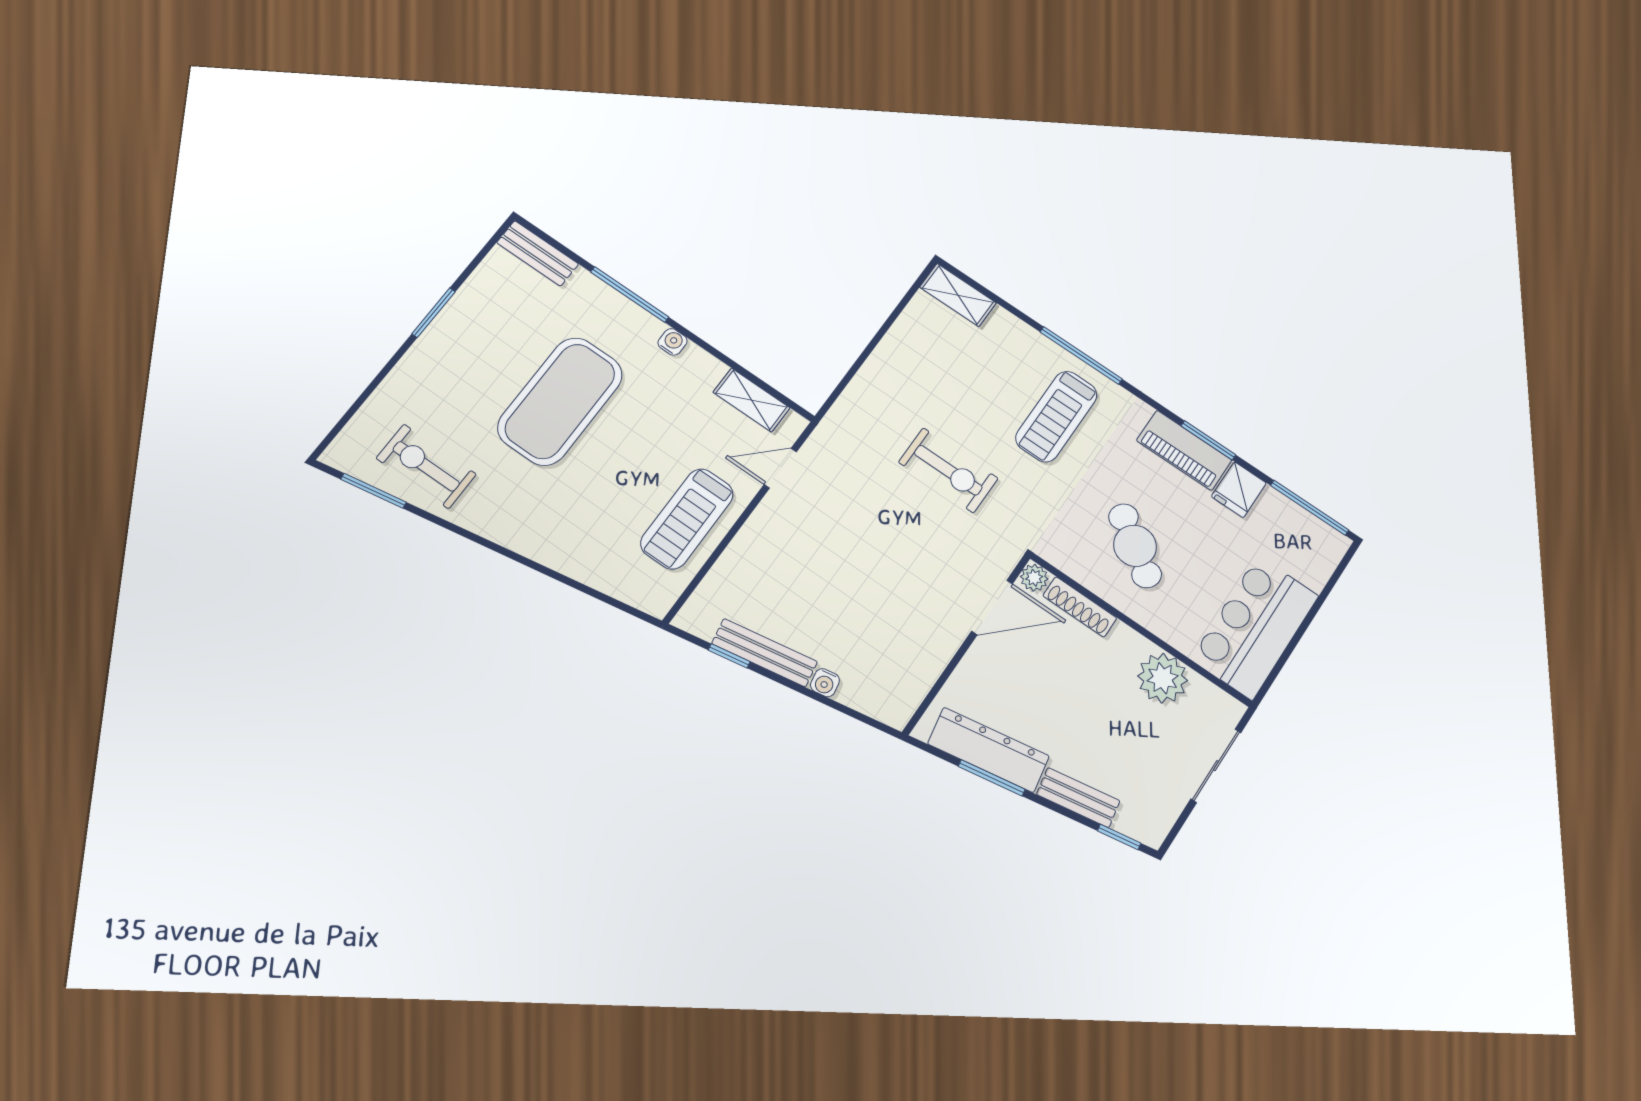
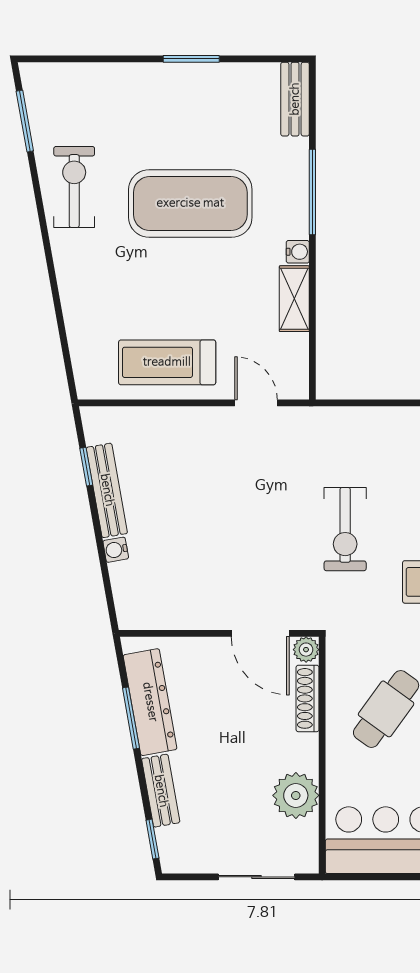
shelving: (751, 400) -> (294, 299), moved
exercise bike: (426, 466) -> (74, 187), moved

